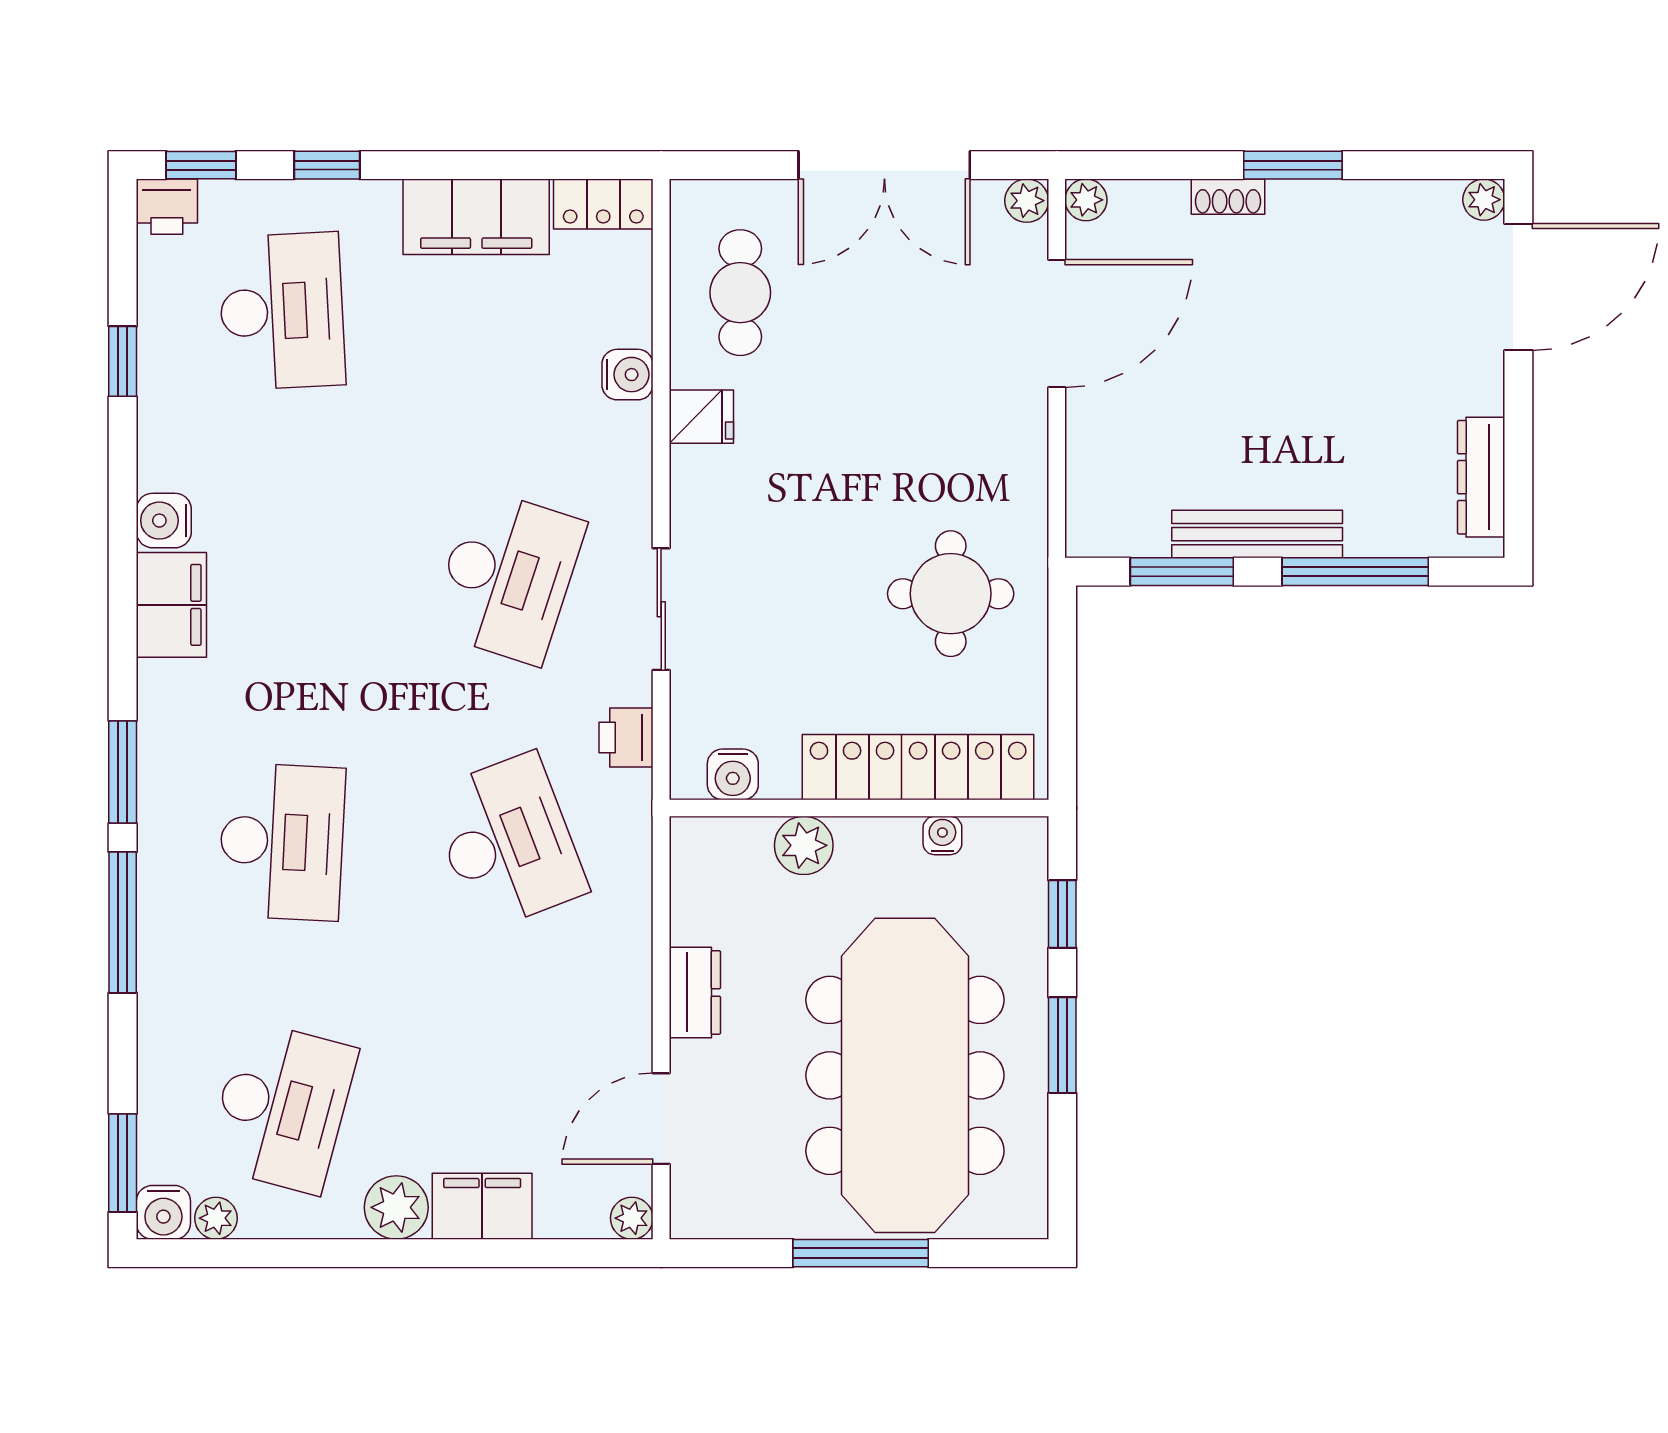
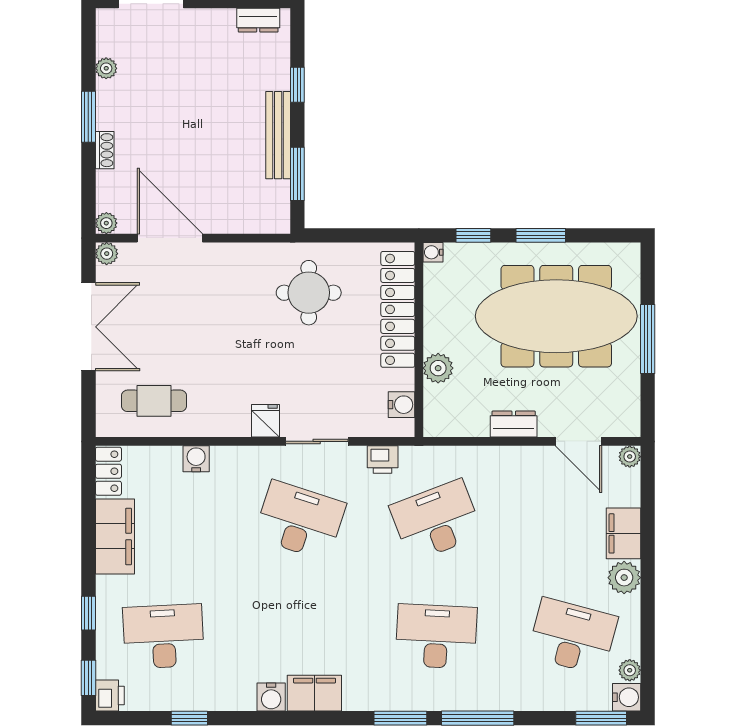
plant: (1484, 200) -> (106, 68), moved
fridge: (701, 417) -> (265, 421), moved
dresser: (1481, 477) -> (258, 20), width x0.70
window: (1355, 572) -> (297, 85), width x0.46
water cooler: (942, 836) -> (433, 252), moved

